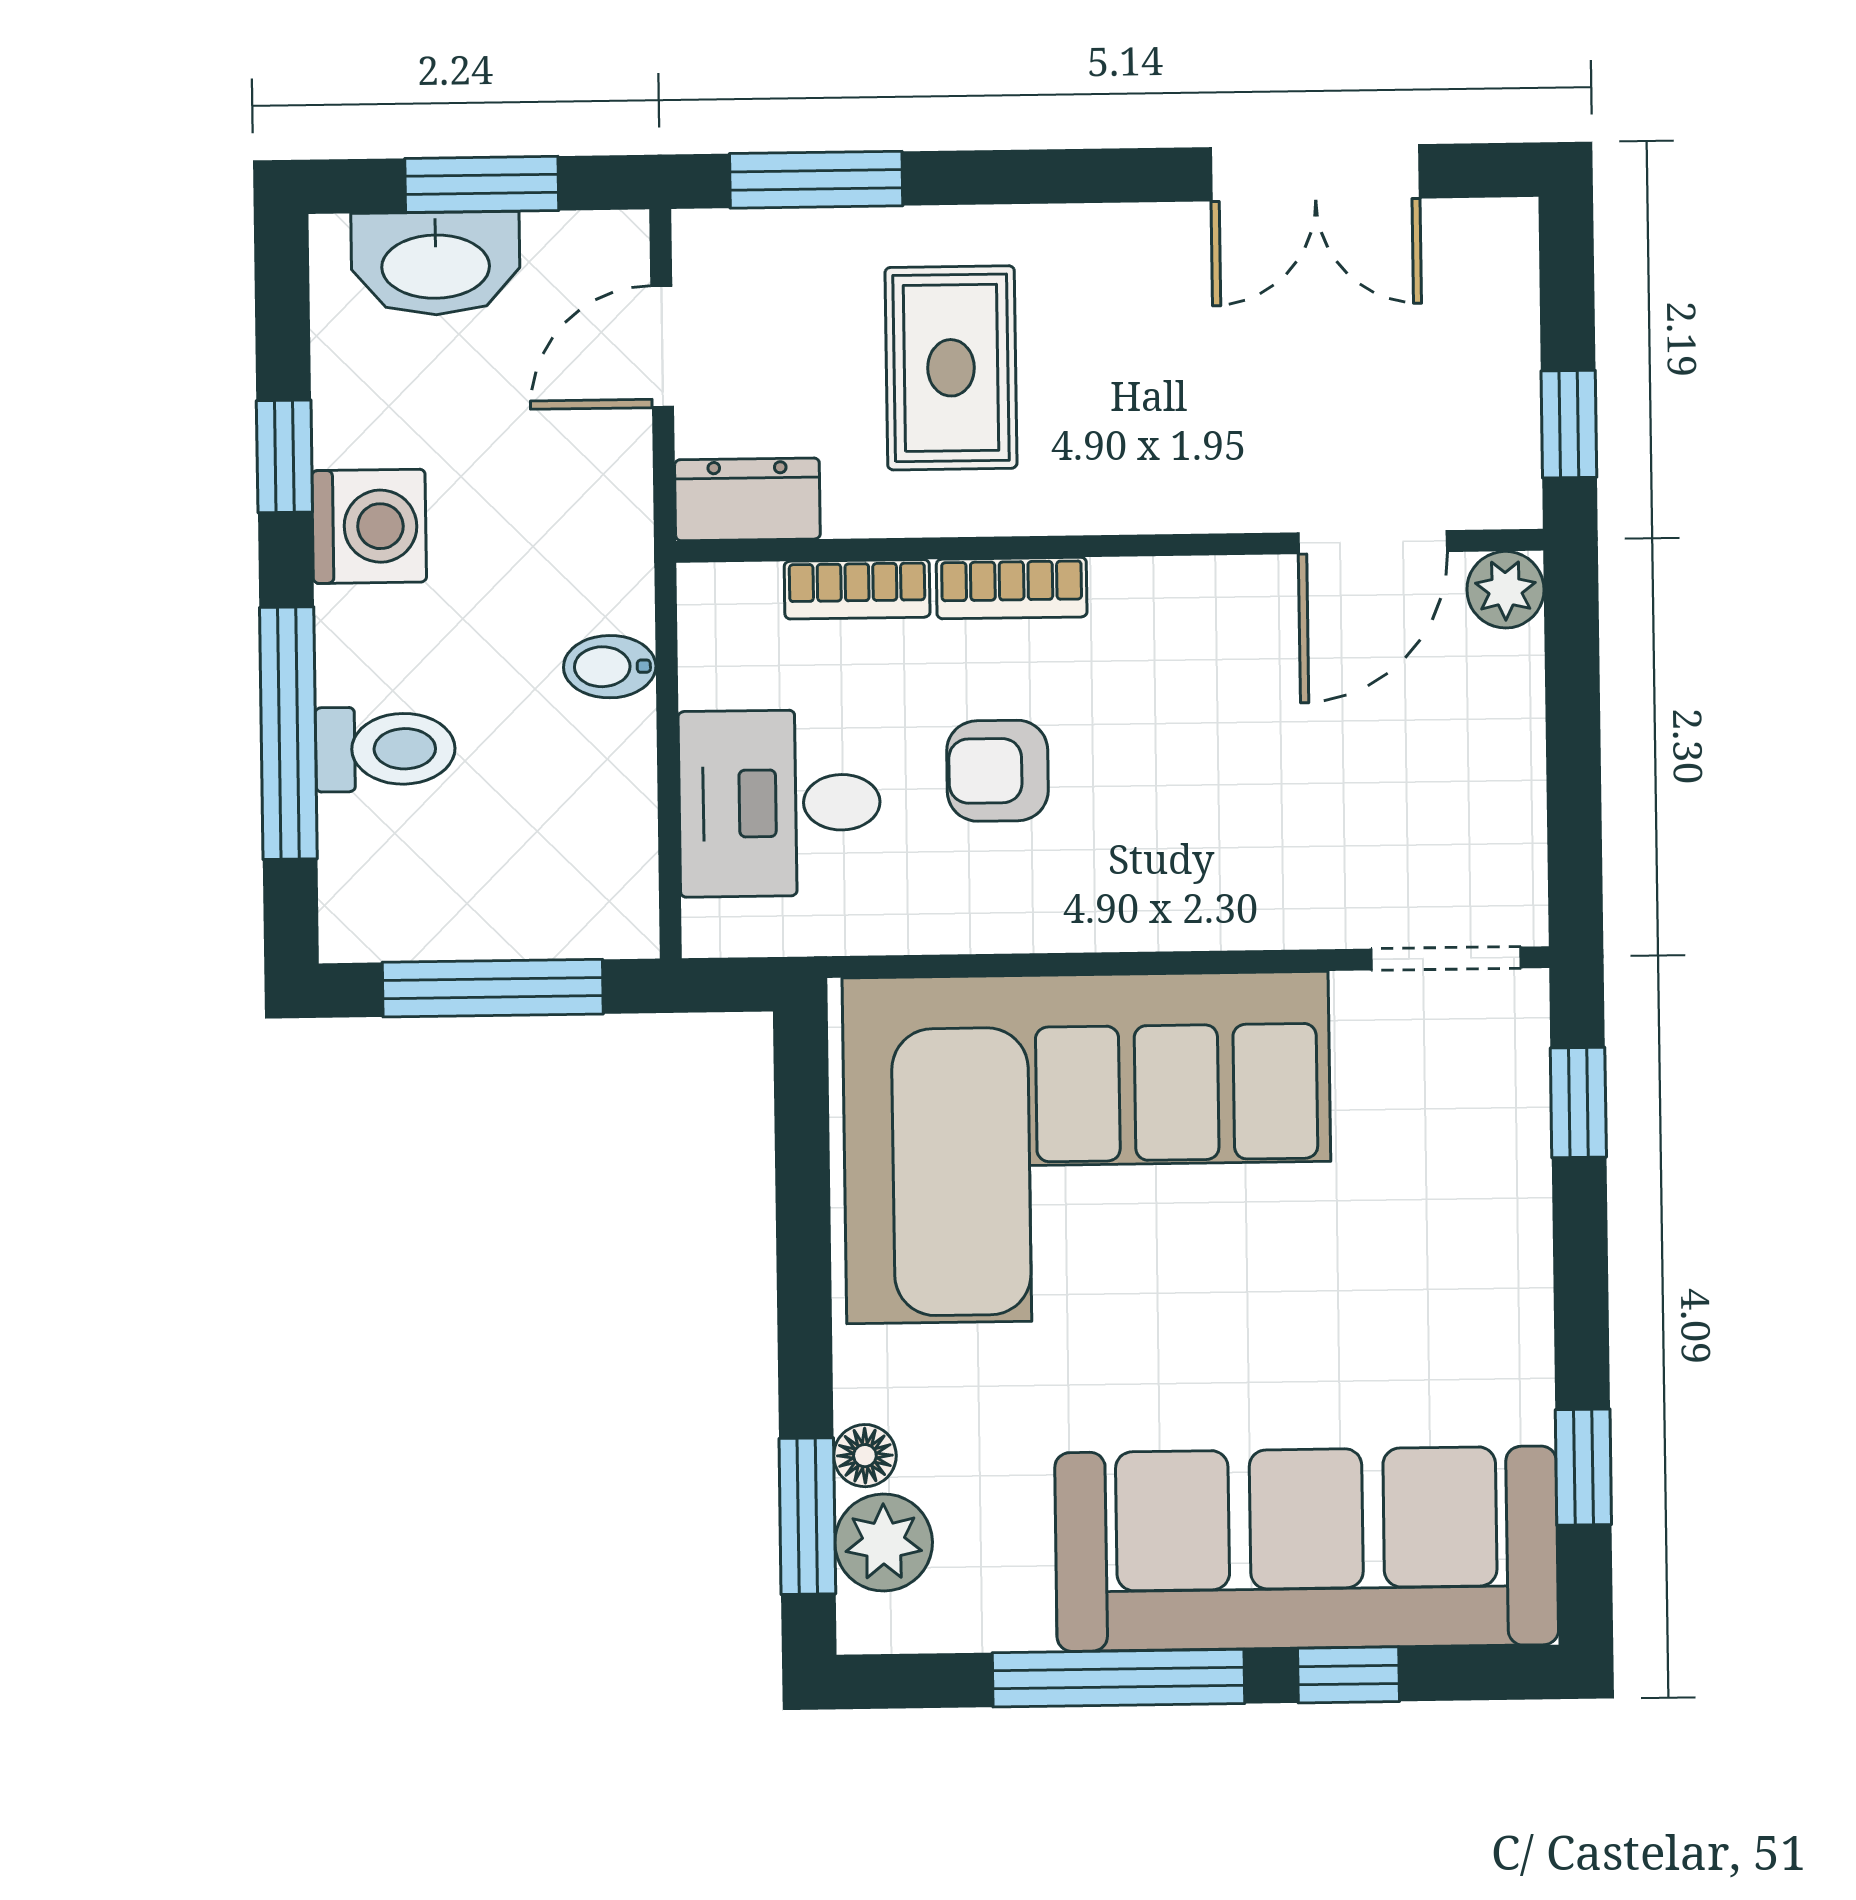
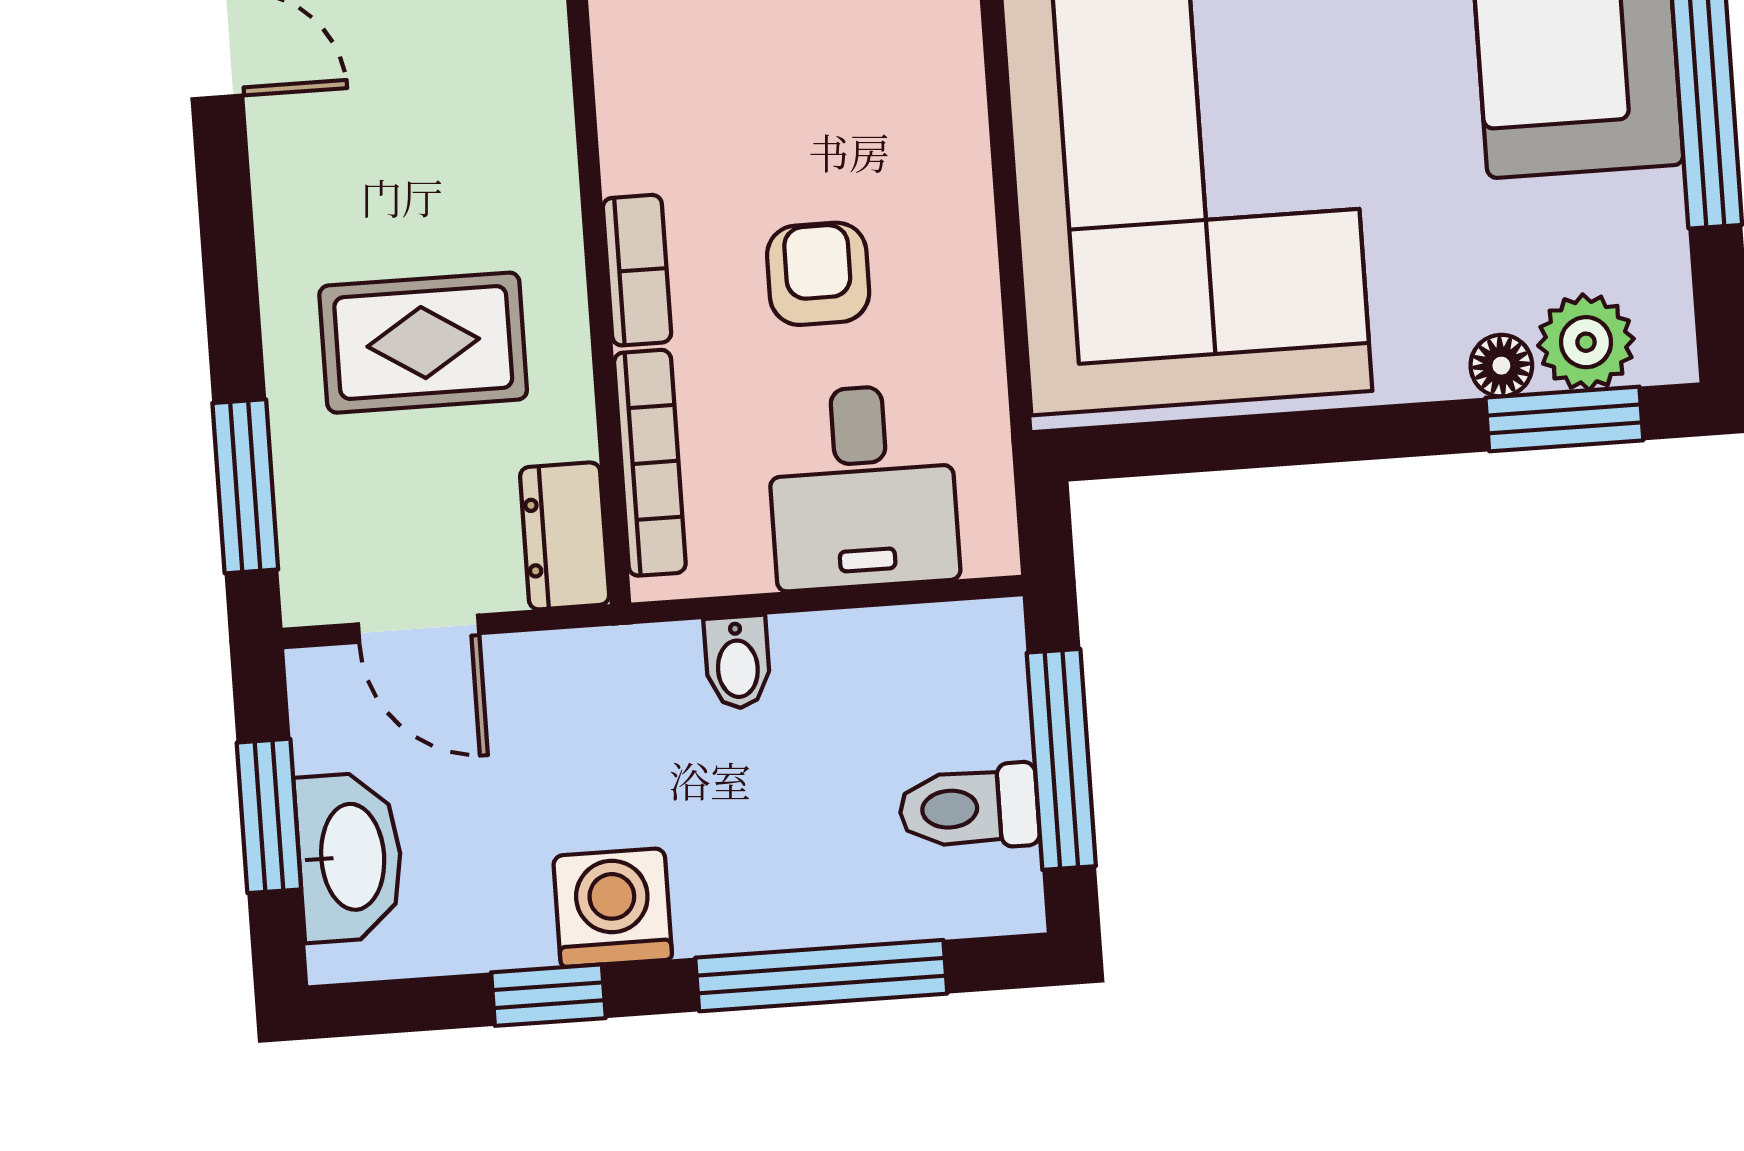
bookcase: (857, 589) -> (650, 463), width x1.56
toilet: (385, 749) -> (969, 808), moved, turned -90
armchair: (997, 771) -> (818, 274), turned 180

